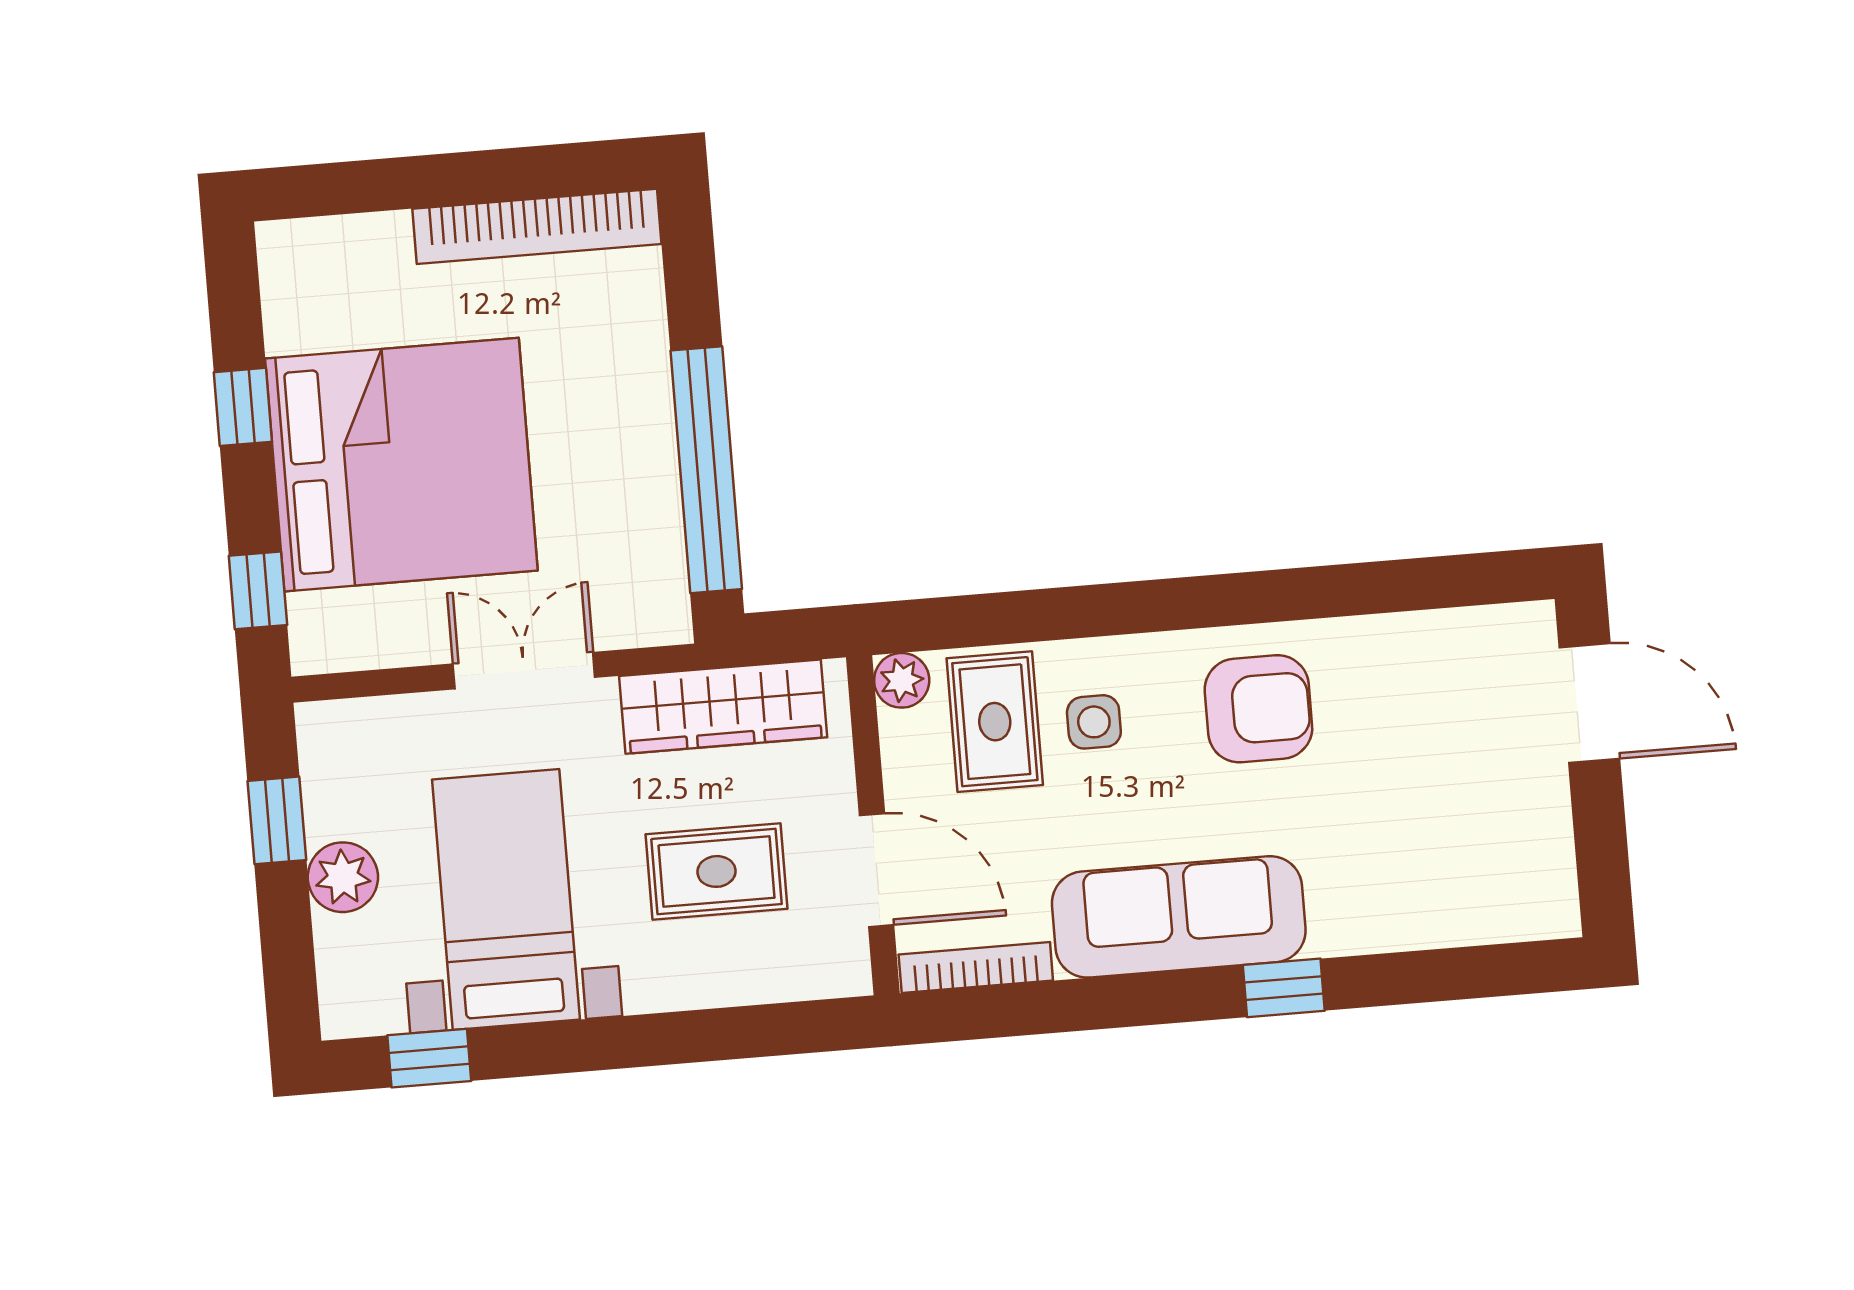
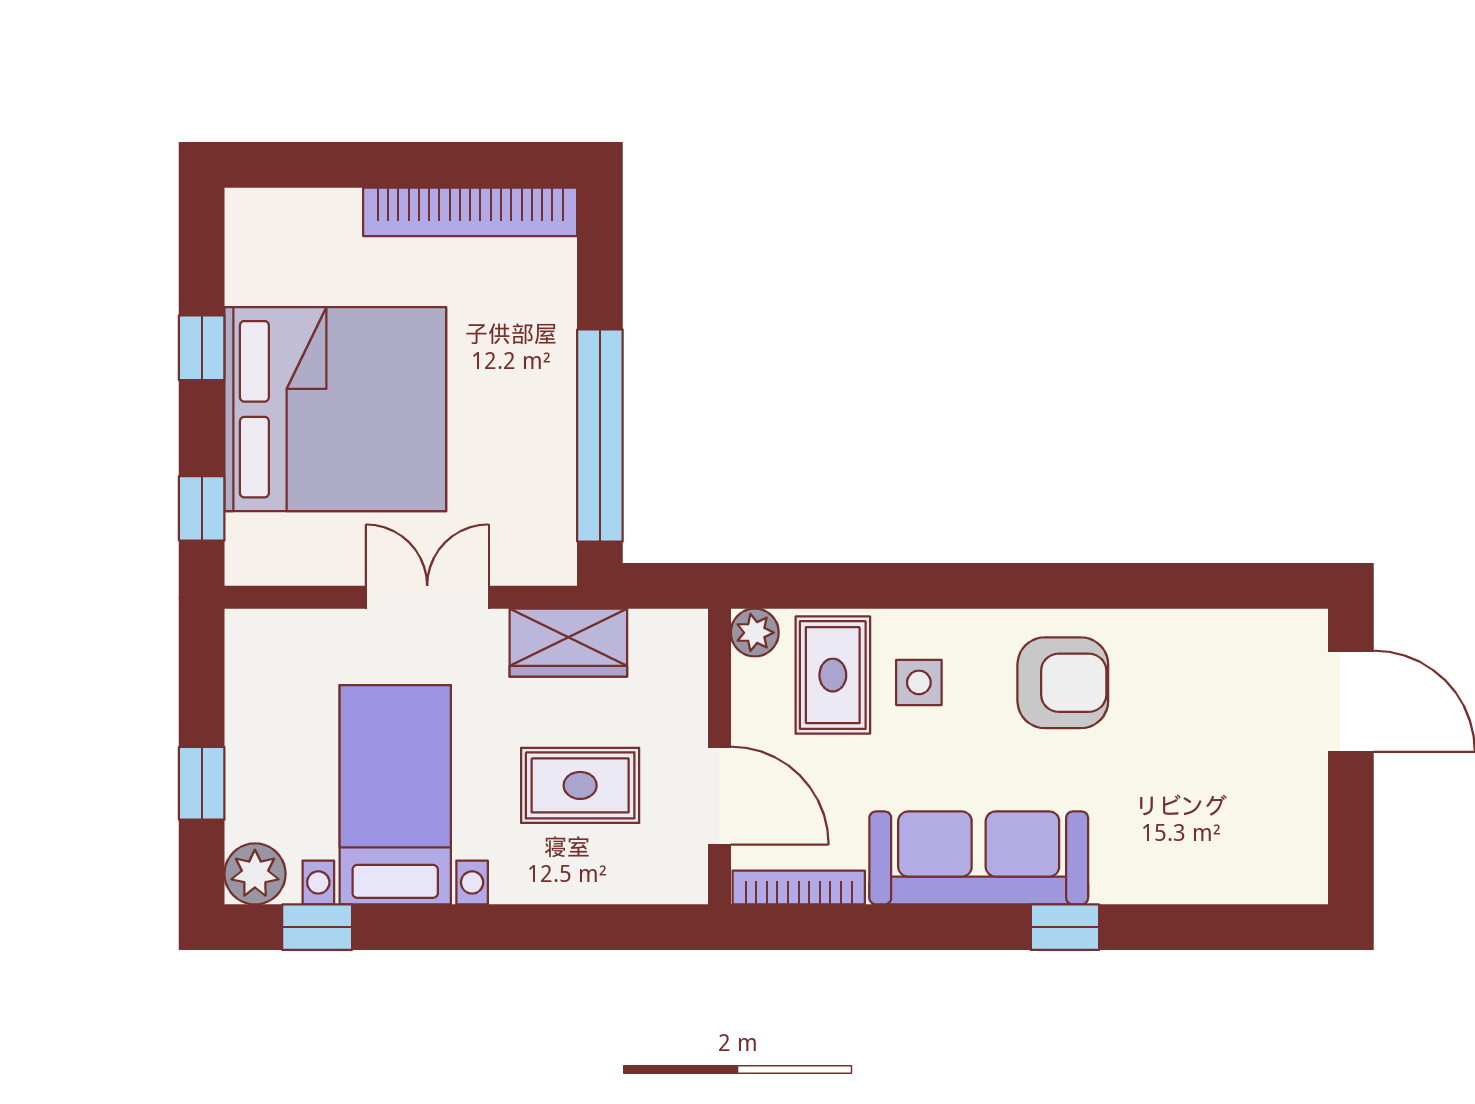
wardrobe: (723, 707) -> (568, 643), width x0.67
window: (277, 820) -> (202, 783), moved
plant: (343, 877) -> (255, 874), moved

